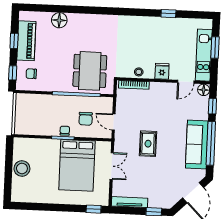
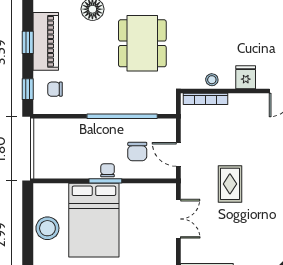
dining table: (90, 71) -> (142, 43), moved
bed: (77, 165) -> (94, 220), moved

